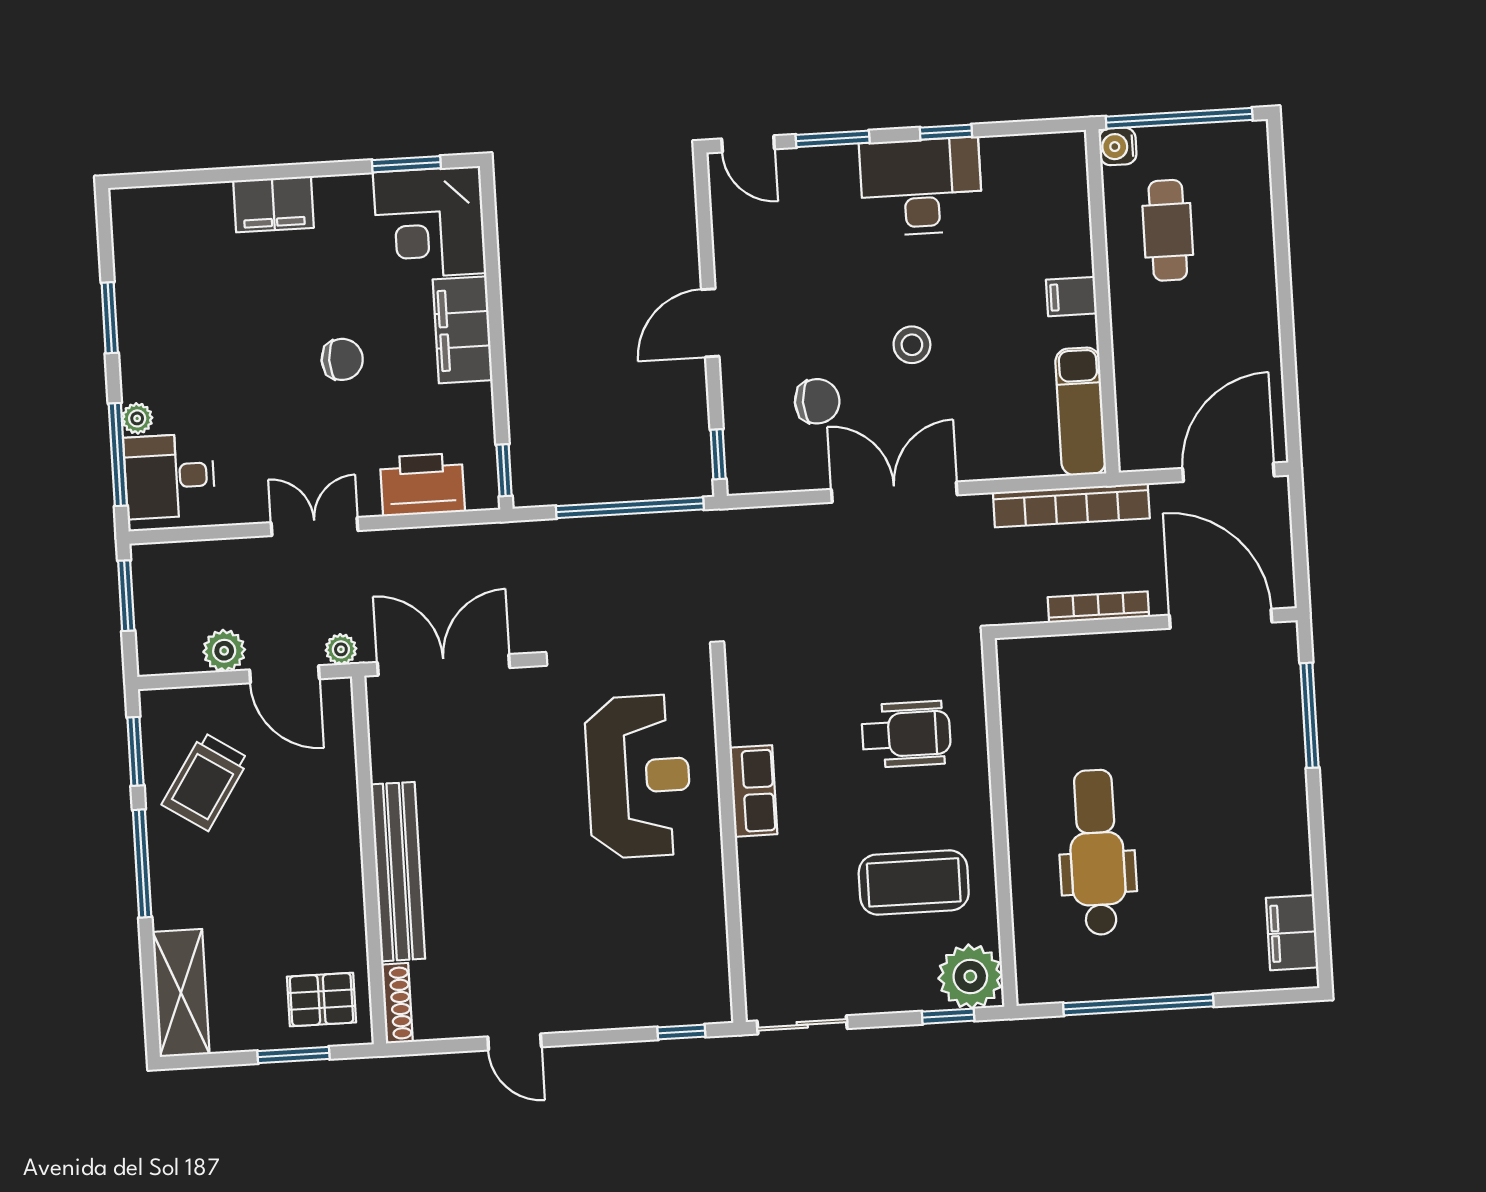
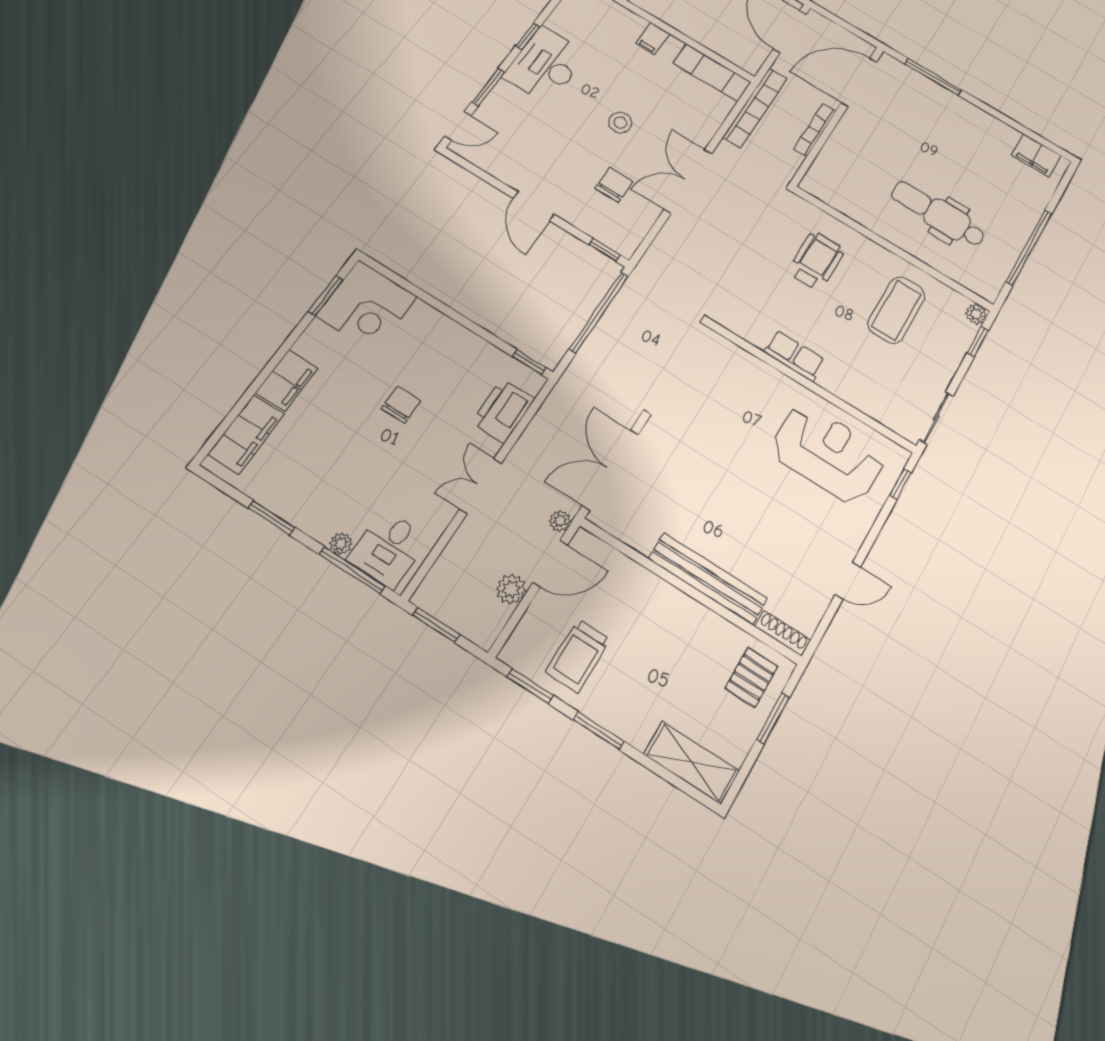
filing cabinet: (463, 330) -> (246, 434), moved, turned -90
reception desk: (638, 776) -> (828, 453), moved
trolley: (205, 782) -> (578, 656), turned 57
window: (142, 863) -> (599, 731), width x0.69
plant: (970, 976) -> (976, 314), width x0.53, depth x0.53

